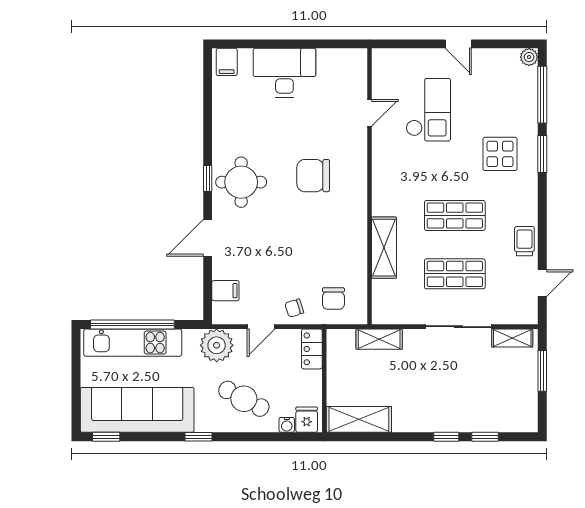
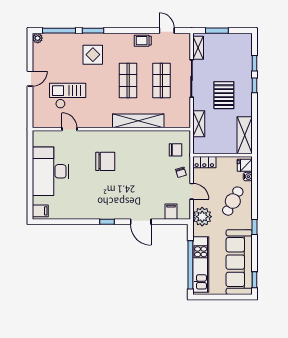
desk: (284, 73) -> (51, 171), width x1.36, depth x1.30
chair: (313, 176) -> (105, 161), turned -90
round table: (241, 182) -> (109, 203), removed
shelving: (384, 248) -> (138, 121), width x1.47
pallet: (429, 383) -> (224, 95), added

